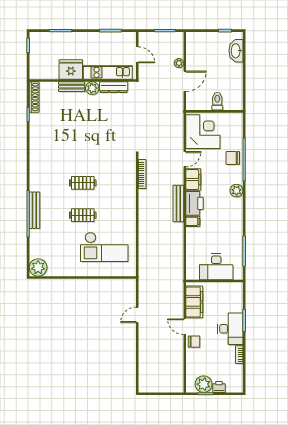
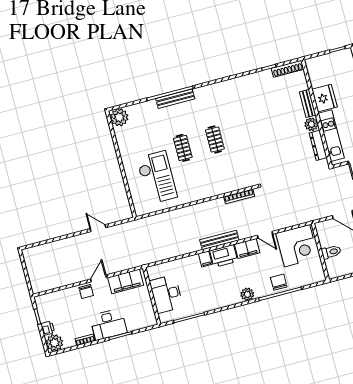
checkout: (104, 247) -> (157, 178), turned 180
plant: (204, 384) -> (54, 343), moved

